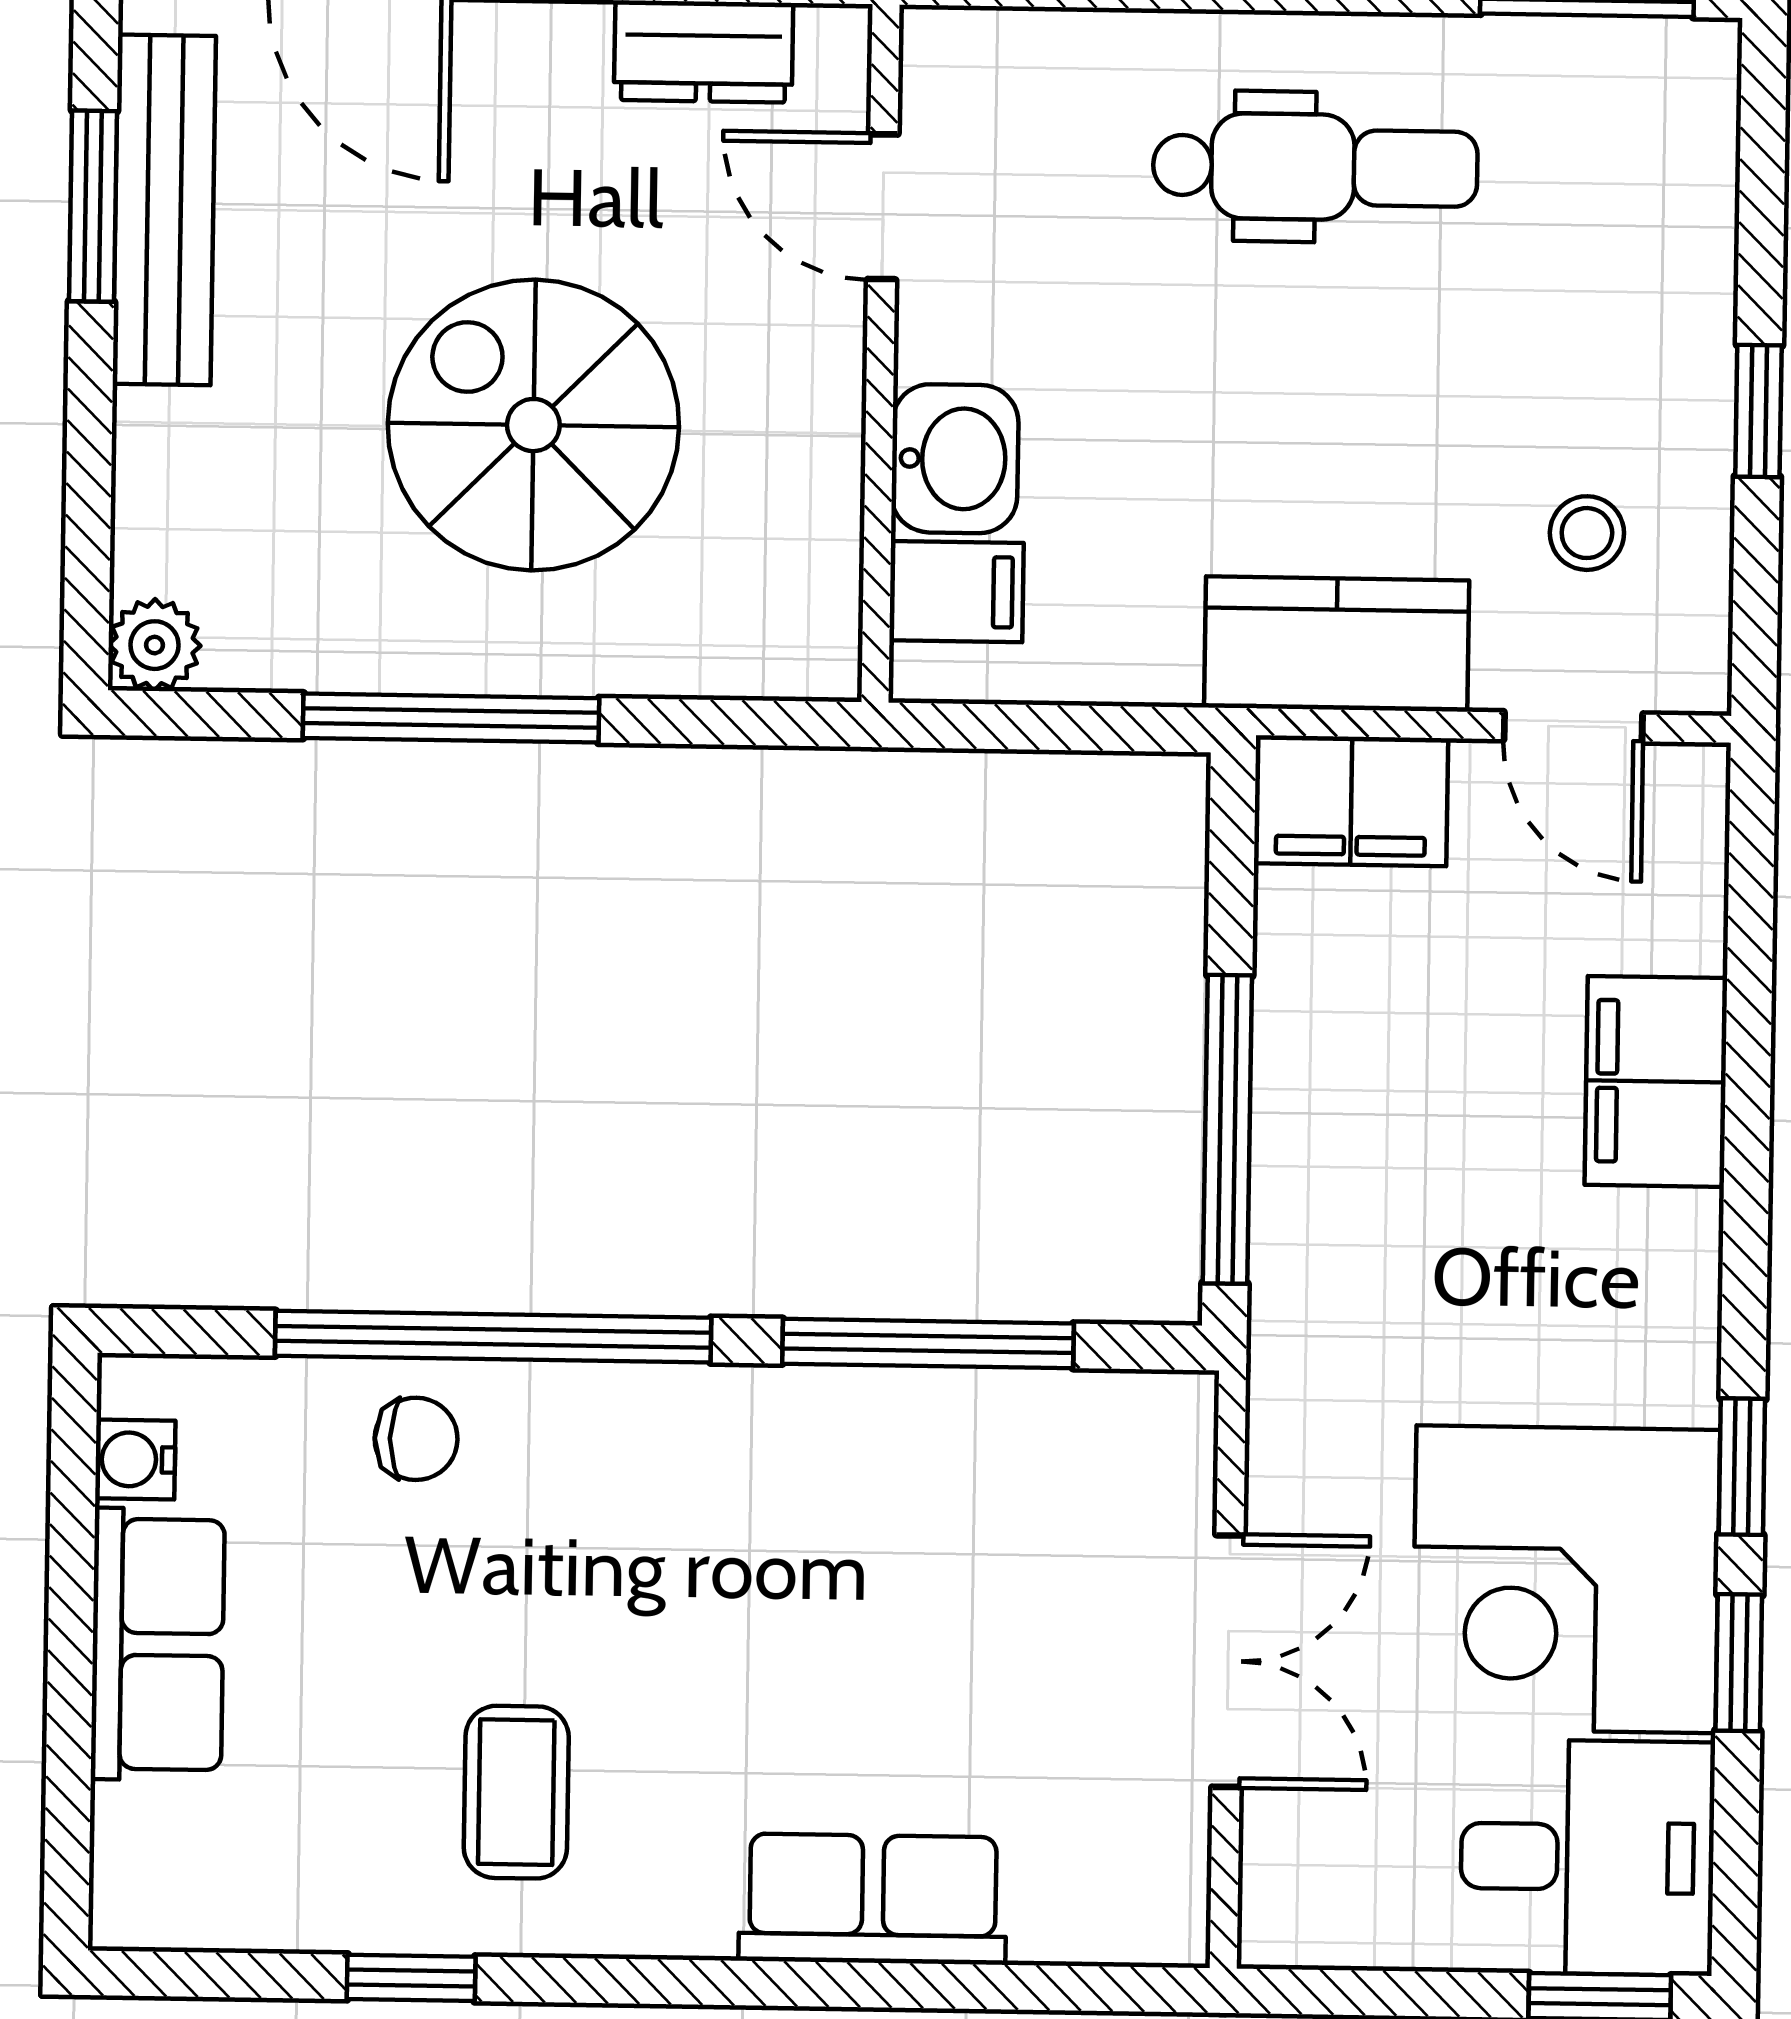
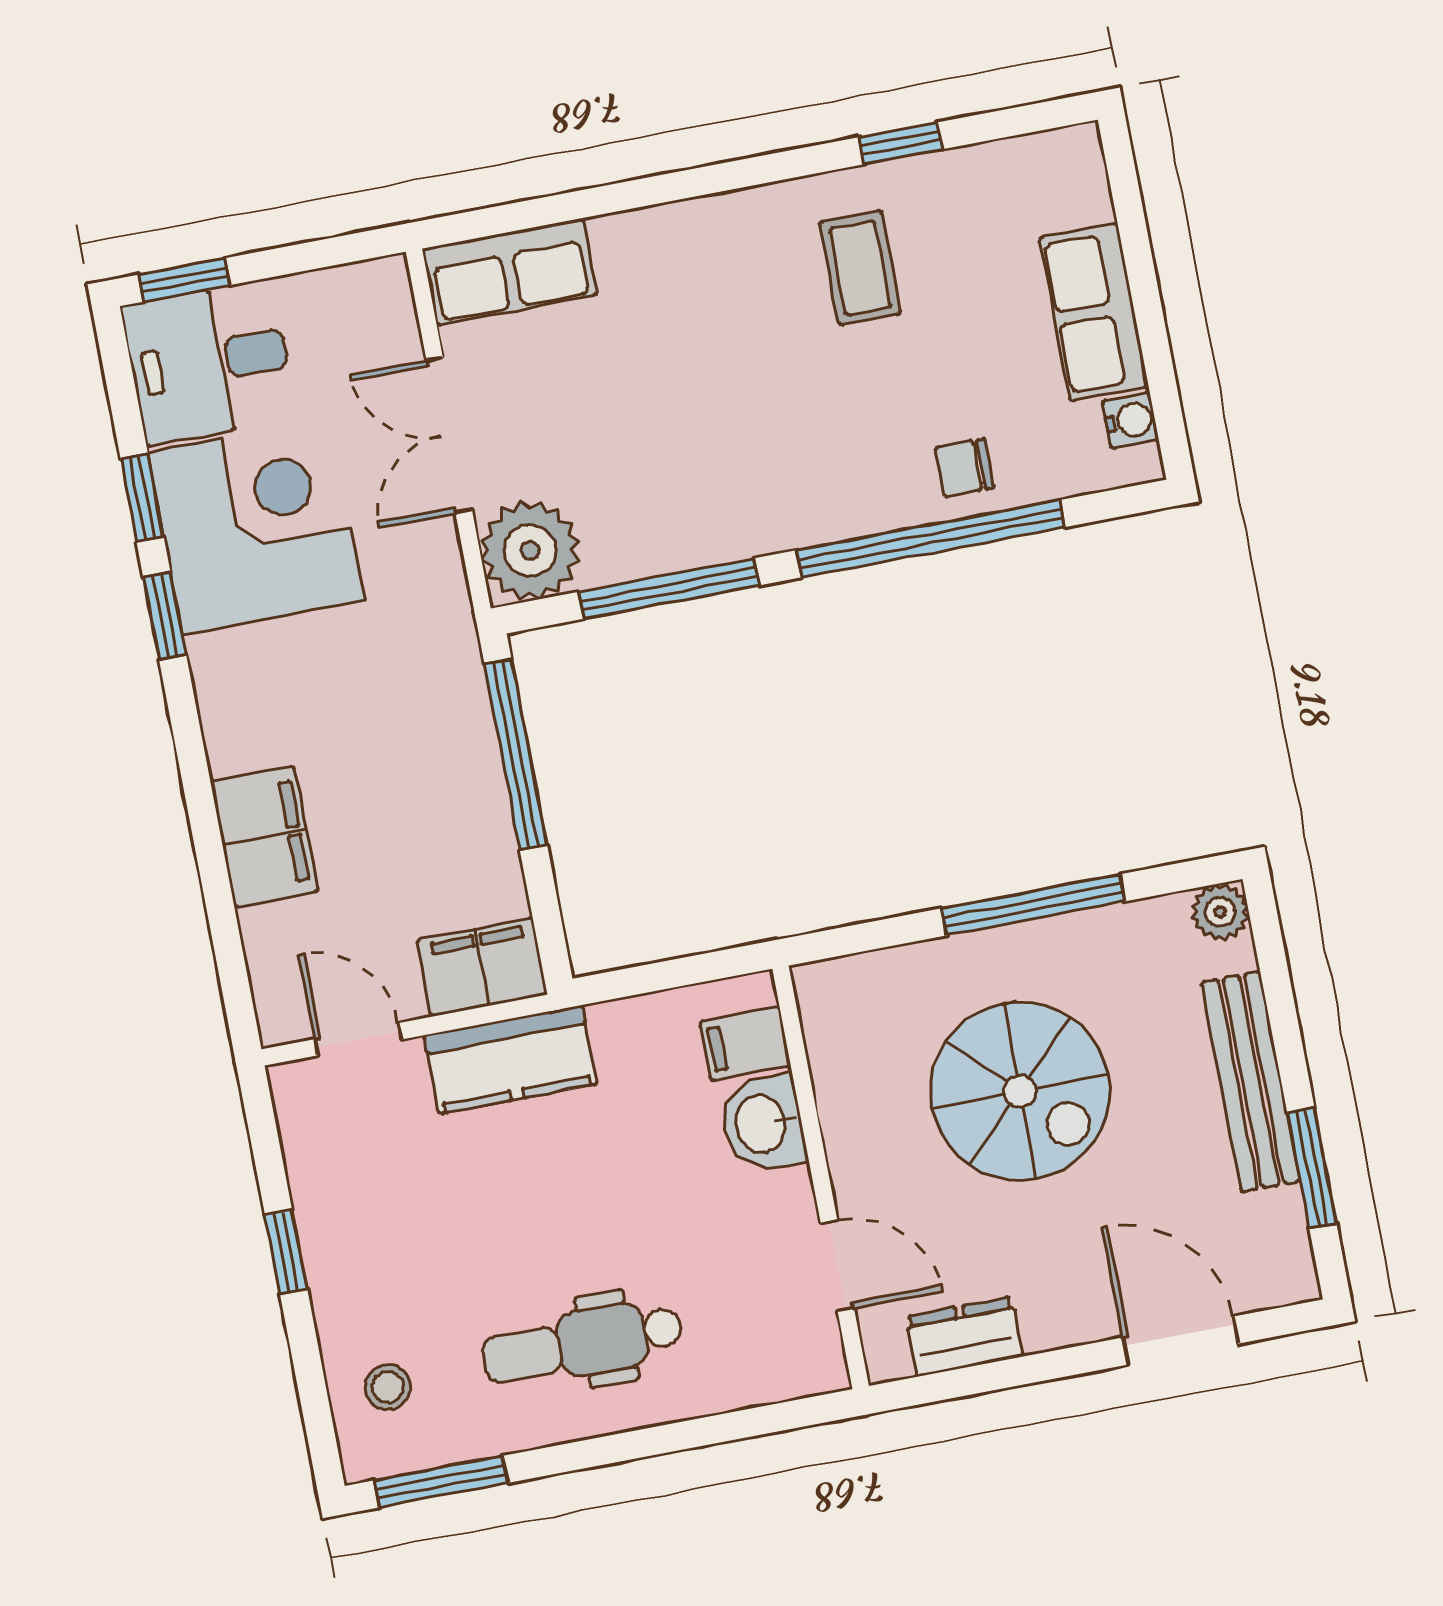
bench: (164, 210) -> (1251, 1082), moved
stool: (1587, 533) -> (388, 1387), moved
plant: (1137, 1450) -> (530, 551), added
row of seats: (873, 1899) -> (510, 272), moved

